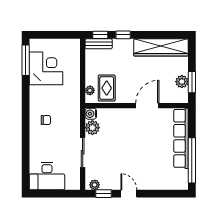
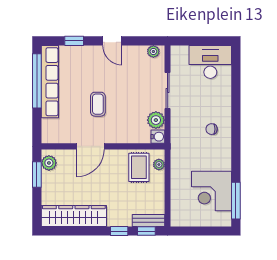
plant: (182, 82) -> (49, 163), moved
row of seats: (181, 138) -> (50, 82), moved
coffee table: (141, 141) -> (98, 104), added
window: (103, 194) -> (74, 41), moved

